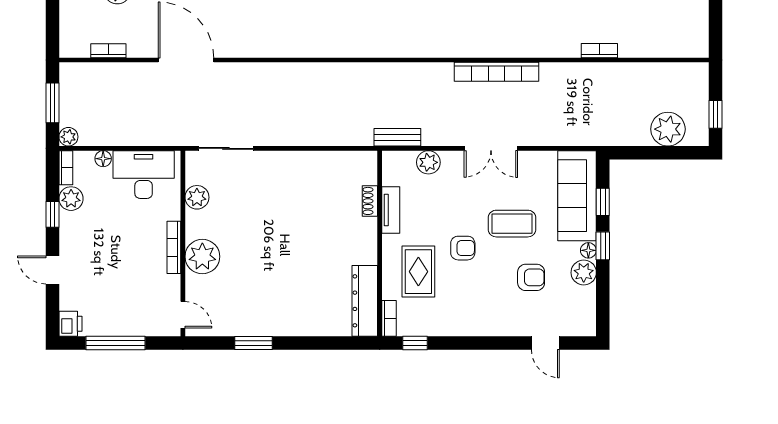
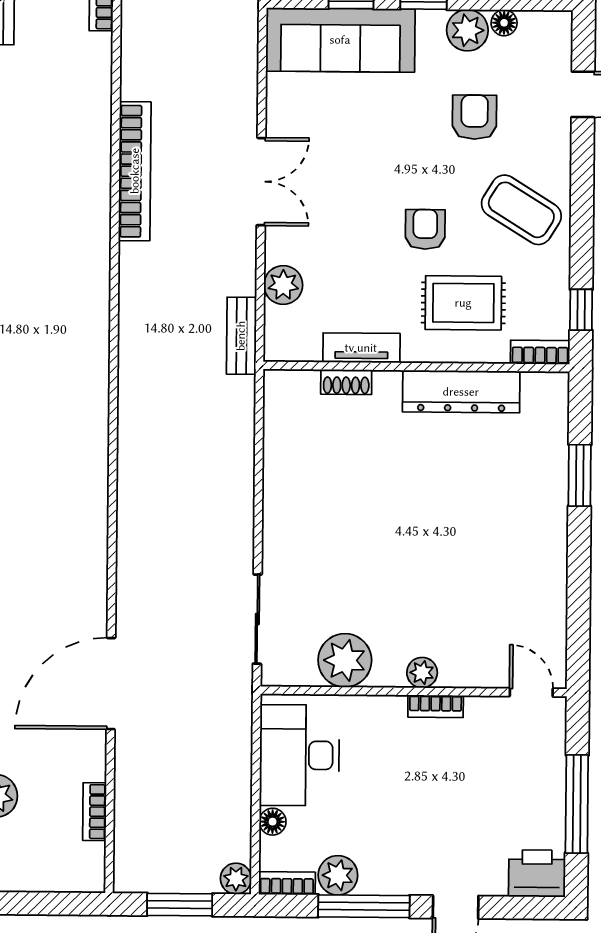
plant: (197, 197) -> (345, 660), width x1.36, depth x1.36
window: (52, 214) -> (364, 906), width x2.17
coffee table: (512, 224) -> (521, 210), moved, turned -58
bookcase: (174, 247) -> (436, 706), width x0.64
floor lamp: (588, 250) -> (504, 23), moved
plant: (202, 257) -> (422, 673), width x0.53, depth x0.53
dresser: (365, 301) -> (461, 392), moved
door: (183, 315) -> (531, 692), hinge flipped
printer: (70, 324) -> (537, 873), width x1.36, depth x1.24
window: (254, 343) -> (580, 475), moved

